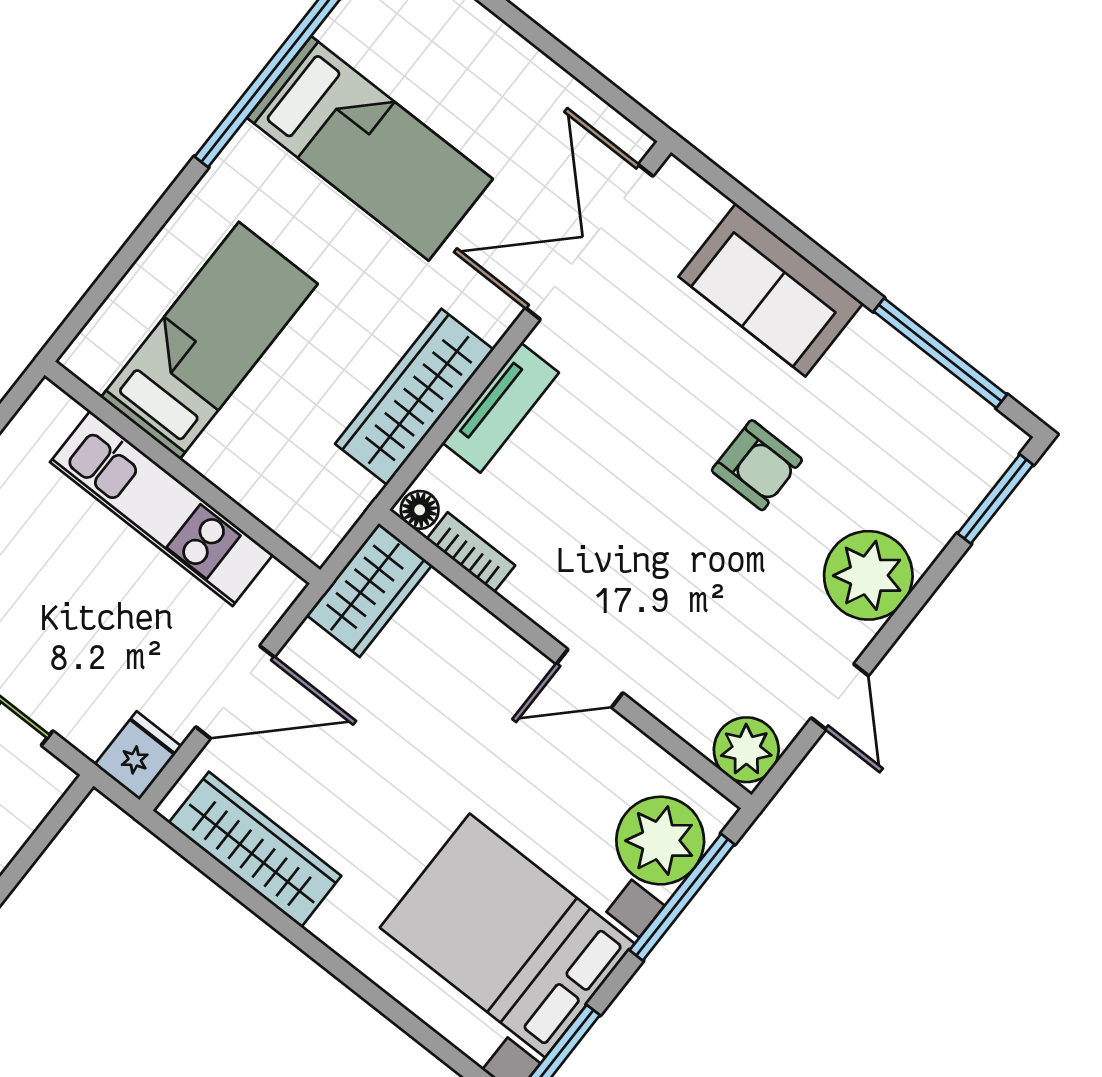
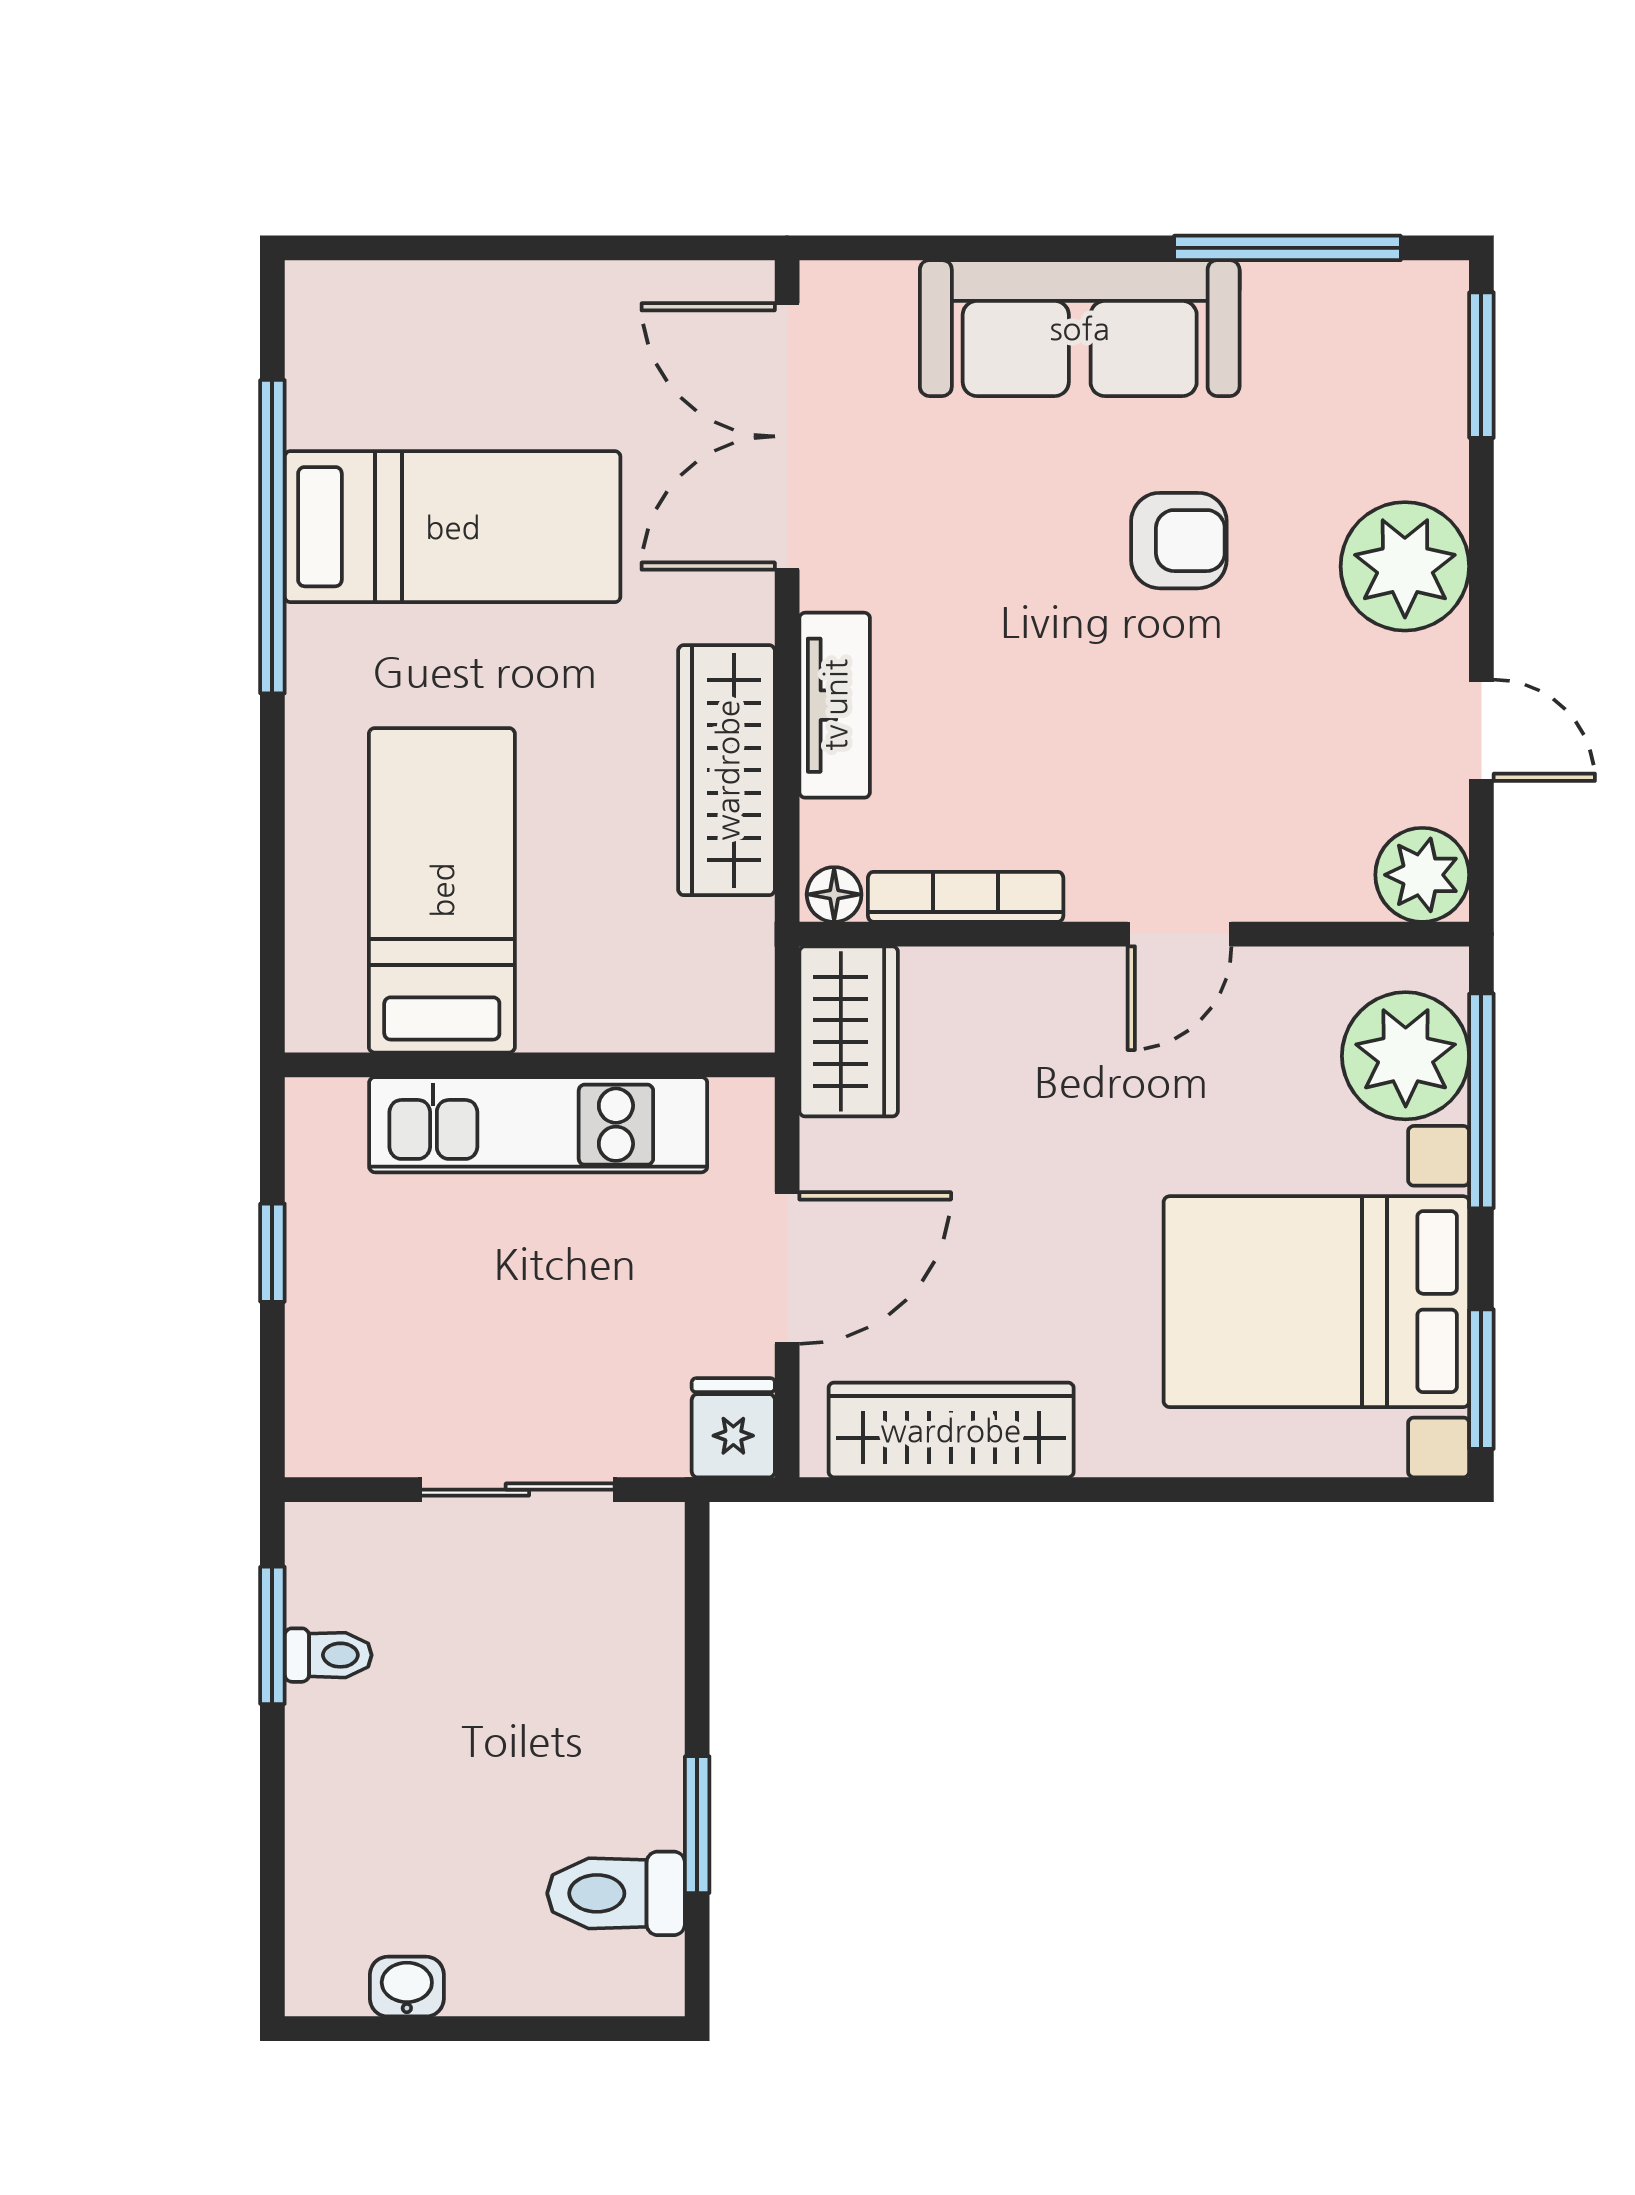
sofa: (771, 290) -> (1080, 328), width x1.36
bookcase: (471, 552) -> (966, 897), width x1.56

